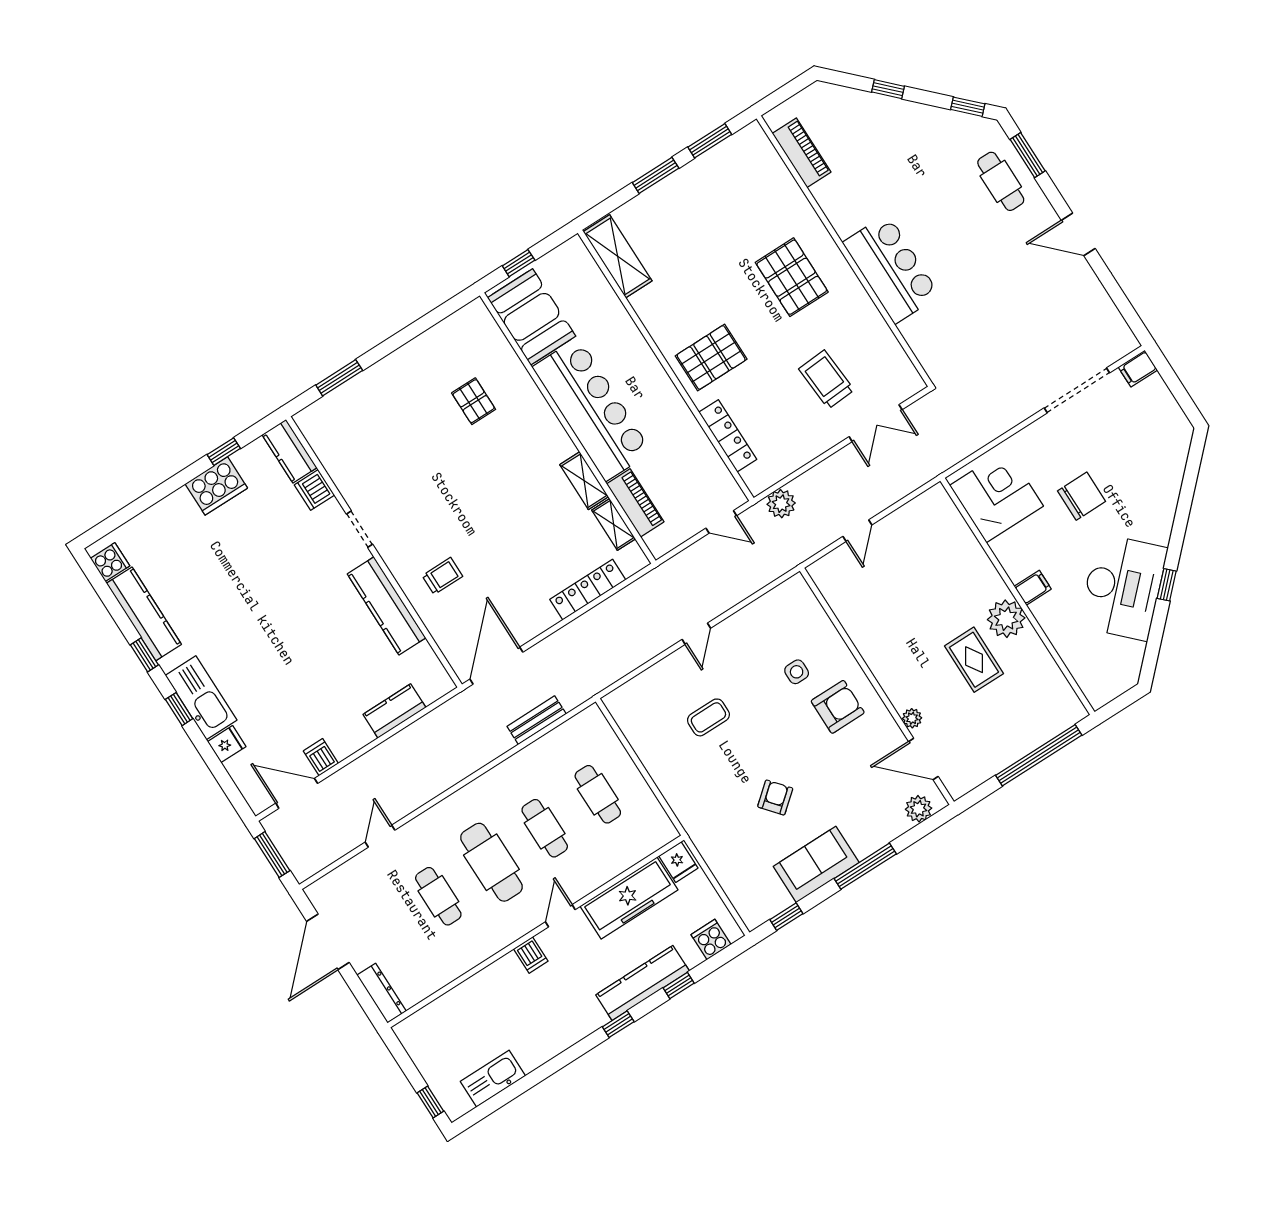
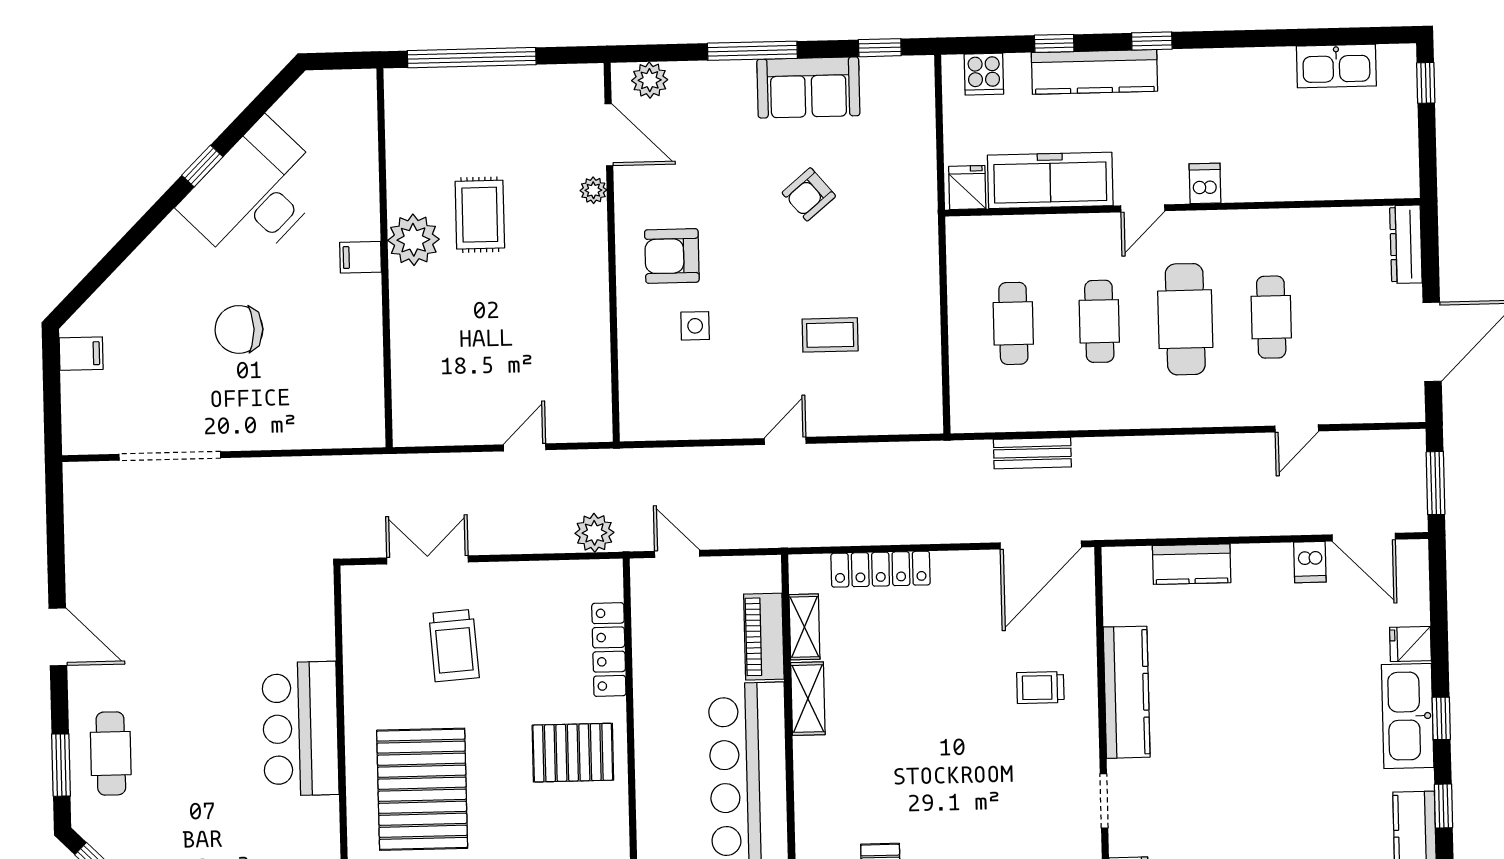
pallet: (792, 277) -> (422, 789), width x1.37, depth x1.41
filing cabinet: (1138, 369) -> (81, 354), moved
corner desk: (996, 496) -> (338, 390), removed

